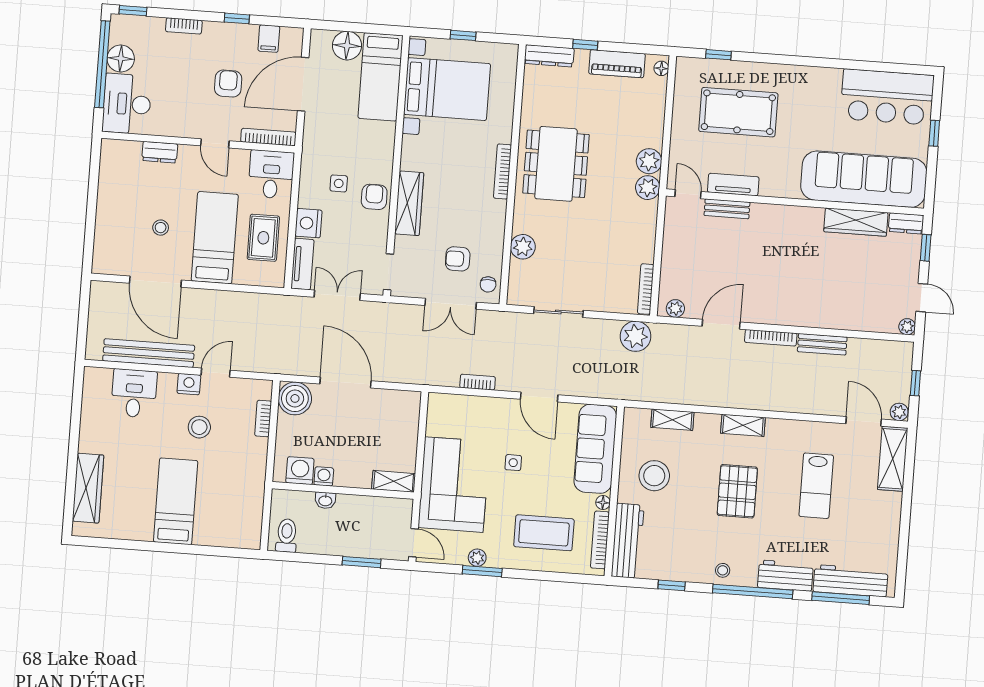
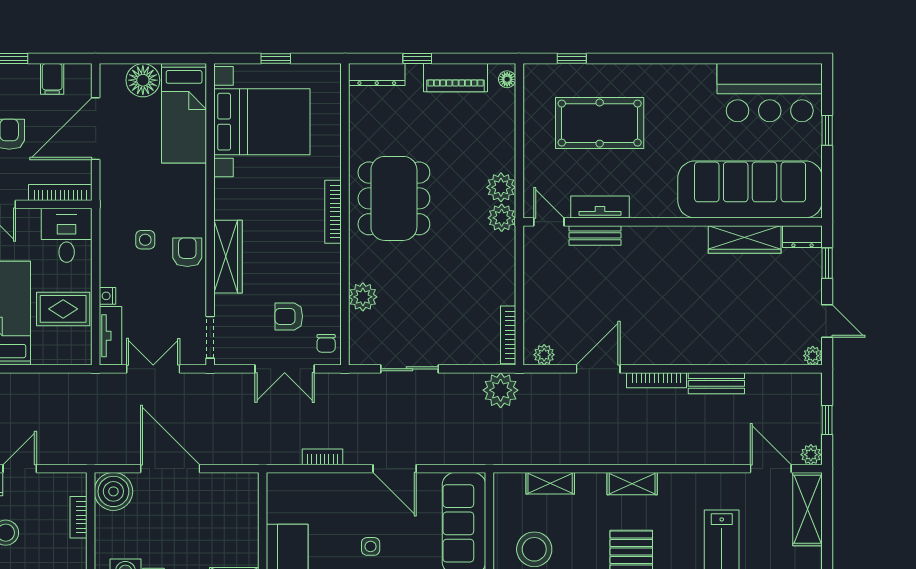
nightstand: (308, 223) -> (107, 296), width x0.53, depth x0.56
rug: (263, 238) -> (63, 309), turned 90

